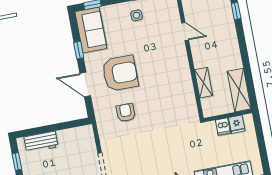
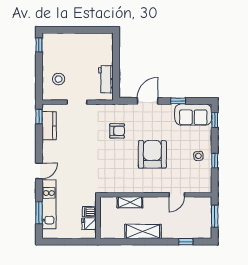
armchair: (120, 73) -> (152, 154), moved, turned 180
shelving: (239, 90) -> (143, 231), moved
workbench: (41, 142) -> (106, 79), moved
window: (17, 162) -> (93, 30), removed

